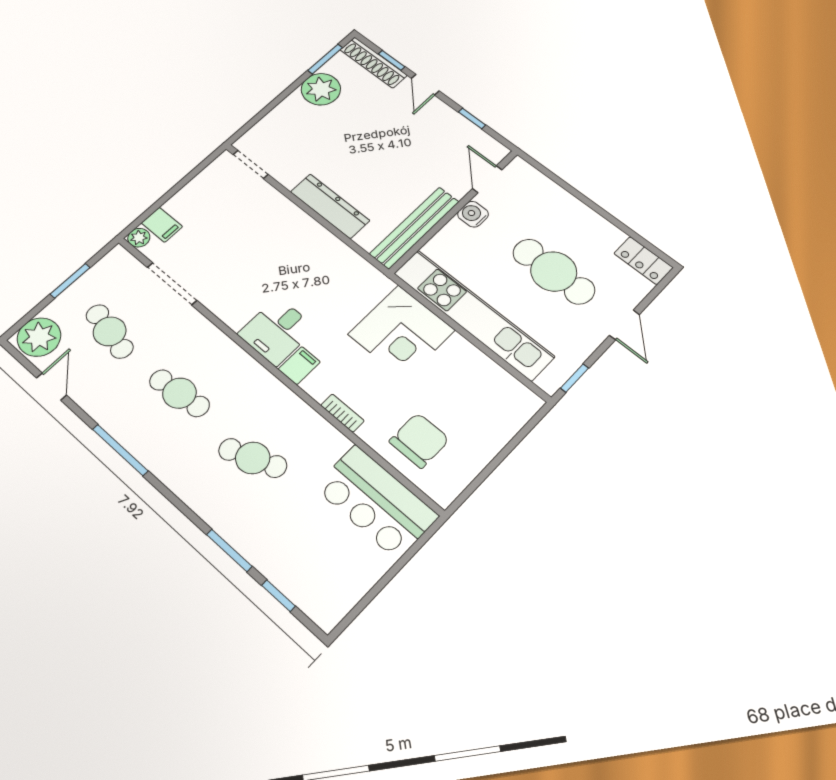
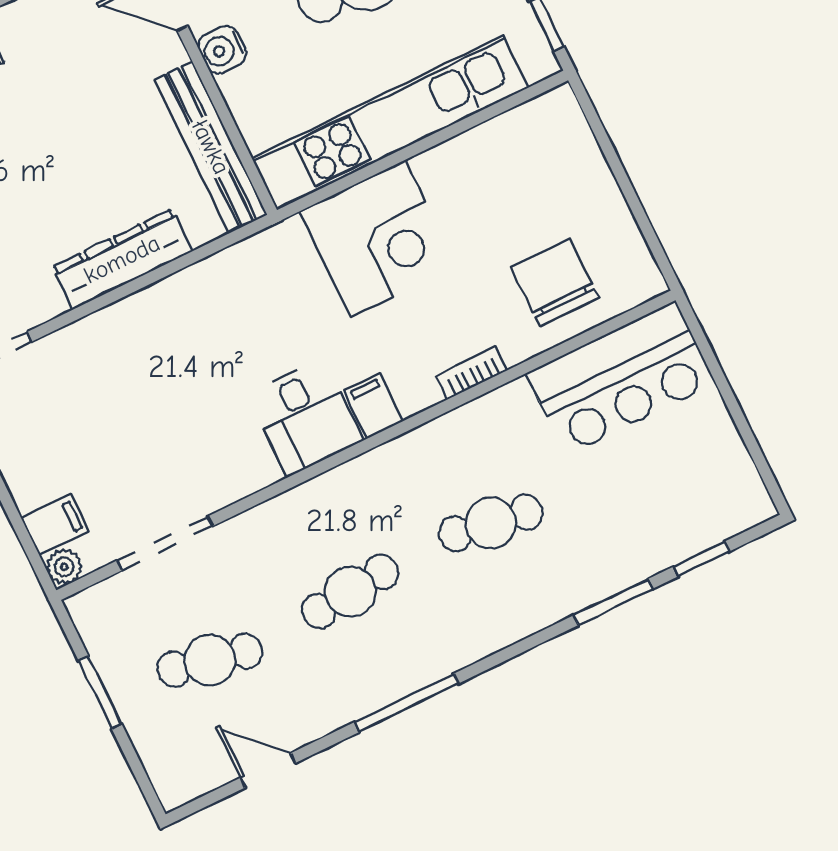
plant: (39, 337) -> (179, 765), removed
cafe table: (253, 458) -> (491, 523), turned 30

